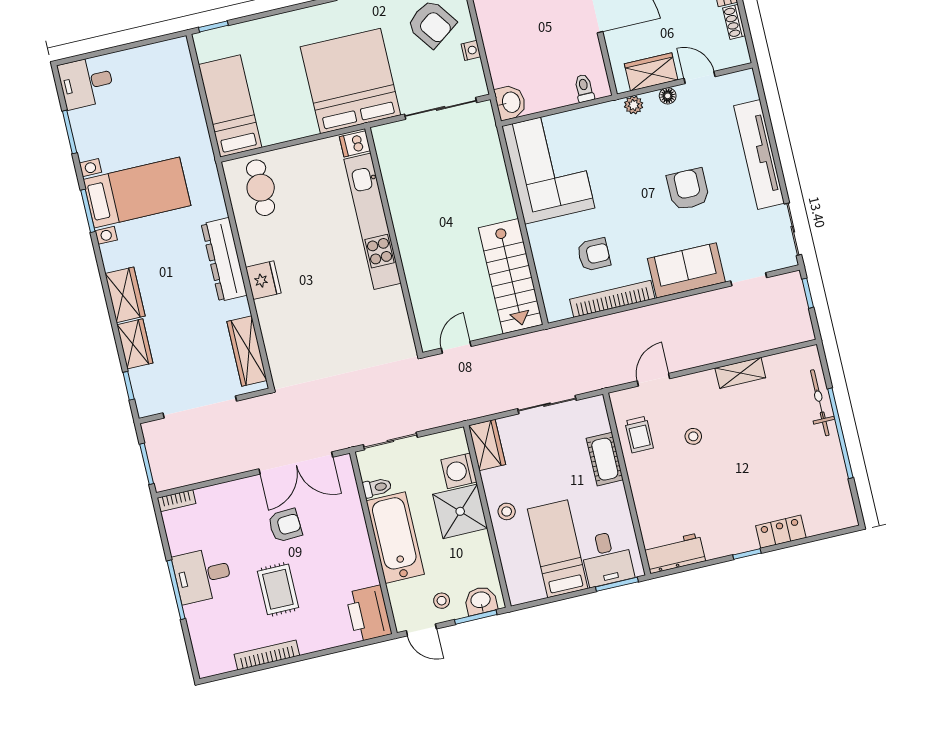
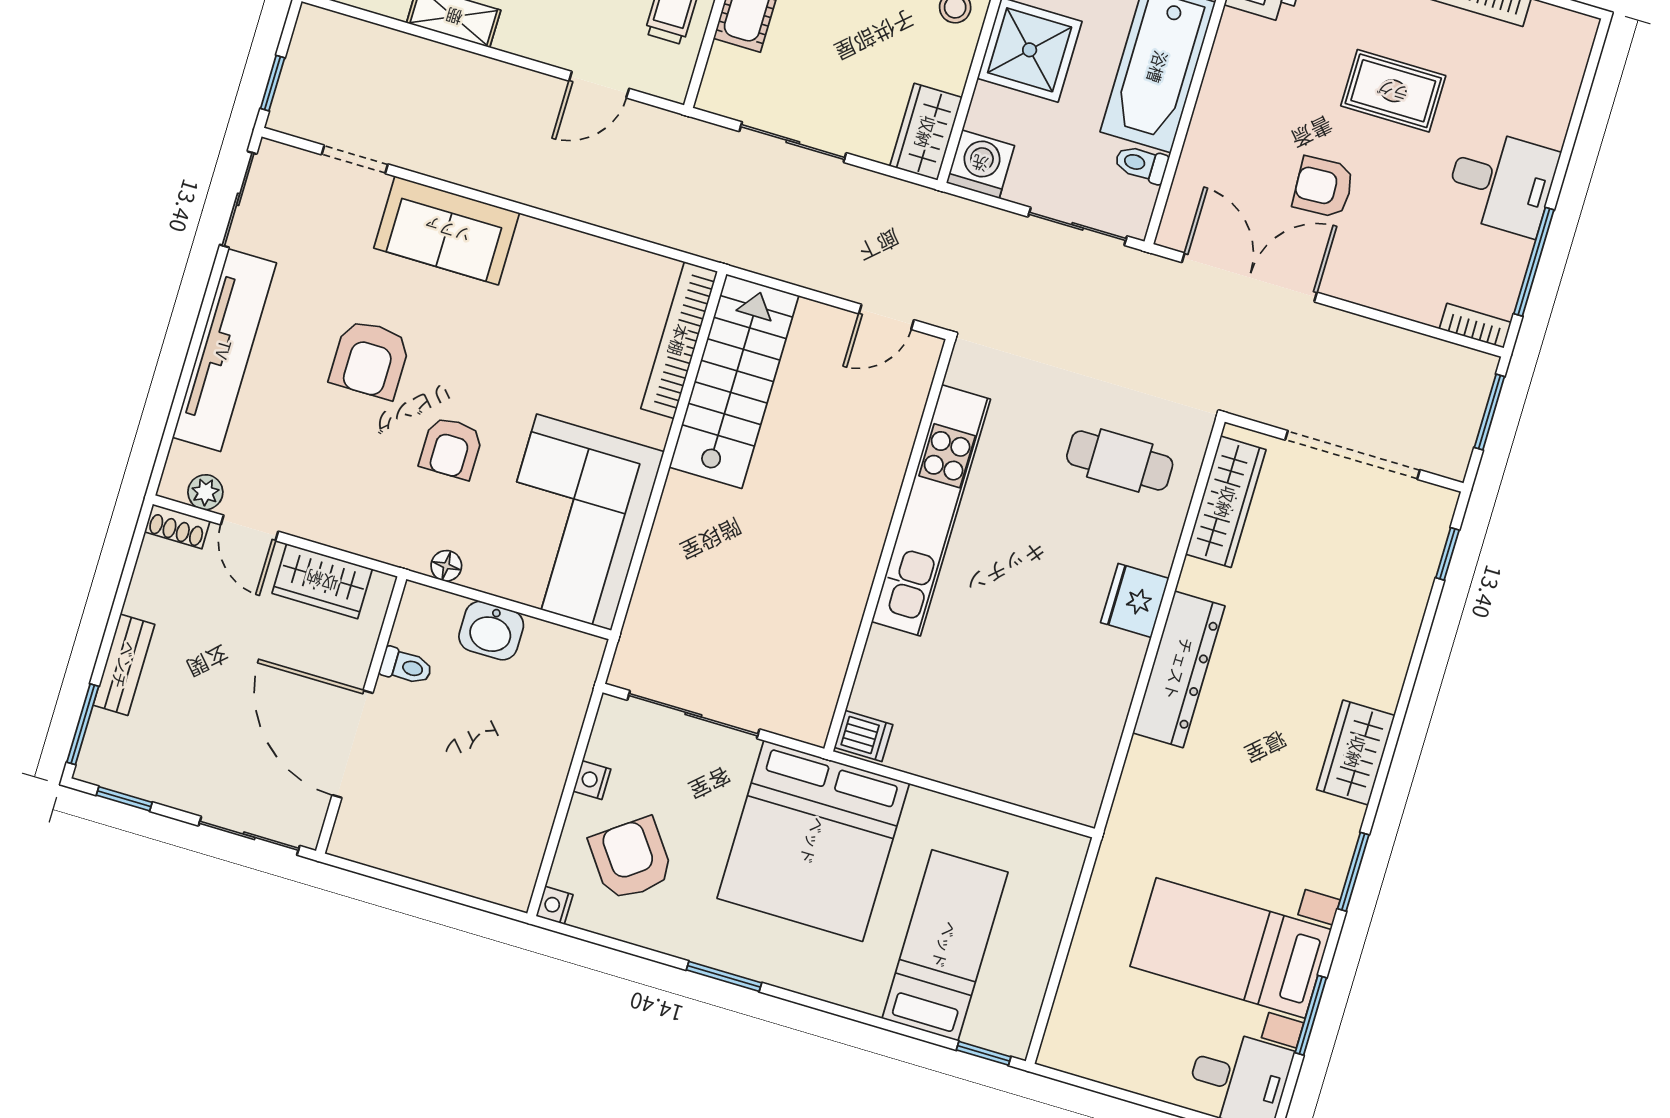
shoe rack: (734, 22) -> (177, 526), moved, turned 90
toilet: (584, 88) -> (406, 666), moved, turned -90
floor lamp: (668, 96) -> (446, 566), moved
washbasin: (510, 102) -> (491, 631), moved, turned -90
plant: (634, 105) -> (205, 492), moved
bed: (230, 106) -> (945, 945), moved, turned 180
cafe table: (261, 188) -> (1120, 460), moved, turned 90
bed with nightstands: (137, 192) -> (1231, 948), moved
kitchen unit: (373, 221) -> (931, 510), moved
armchair: (594, 254) -> (451, 448), moved, turned -90
wardrobe: (125, 295) -> (1356, 752), moved
bookcase: (612, 299) -> (679, 340), moved, turned 90
wardrobe: (135, 344) -> (1399, 615), removed
washing machine: (459, 471) -> (980, 164), moved, turned -90
rug: (278, 589) -> (1393, 91), turned 90
window: (176, 590) -> (1534, 262), moved

